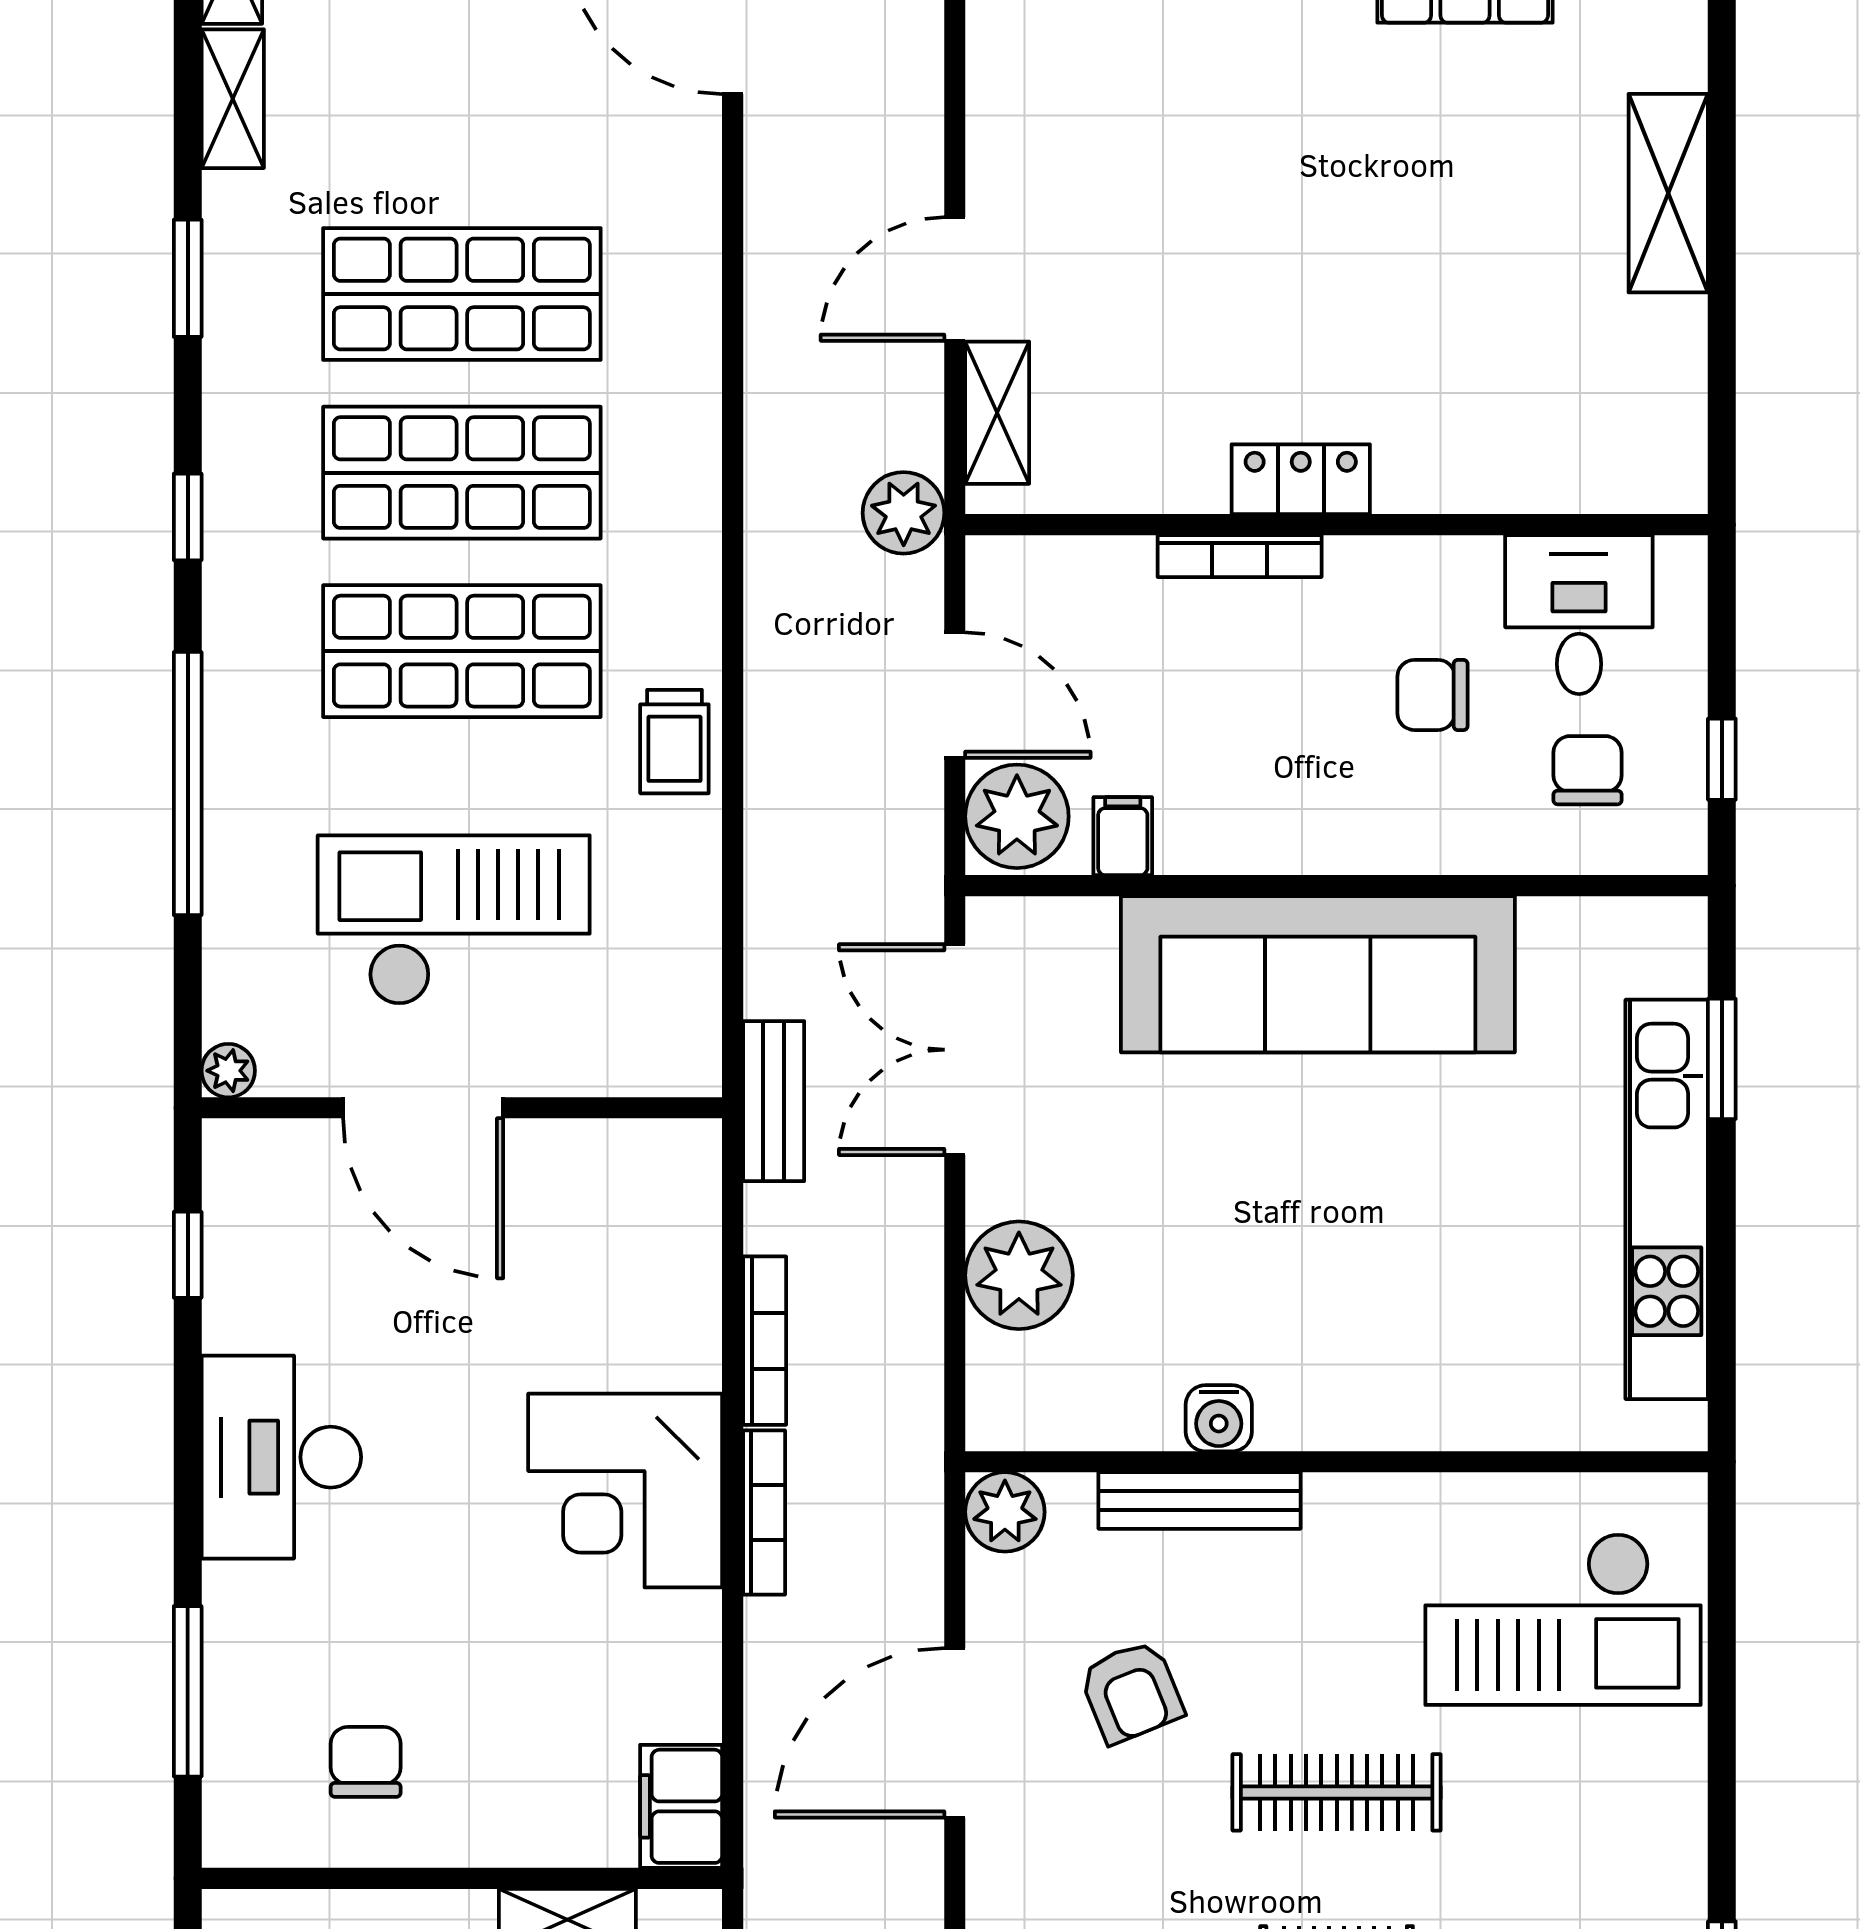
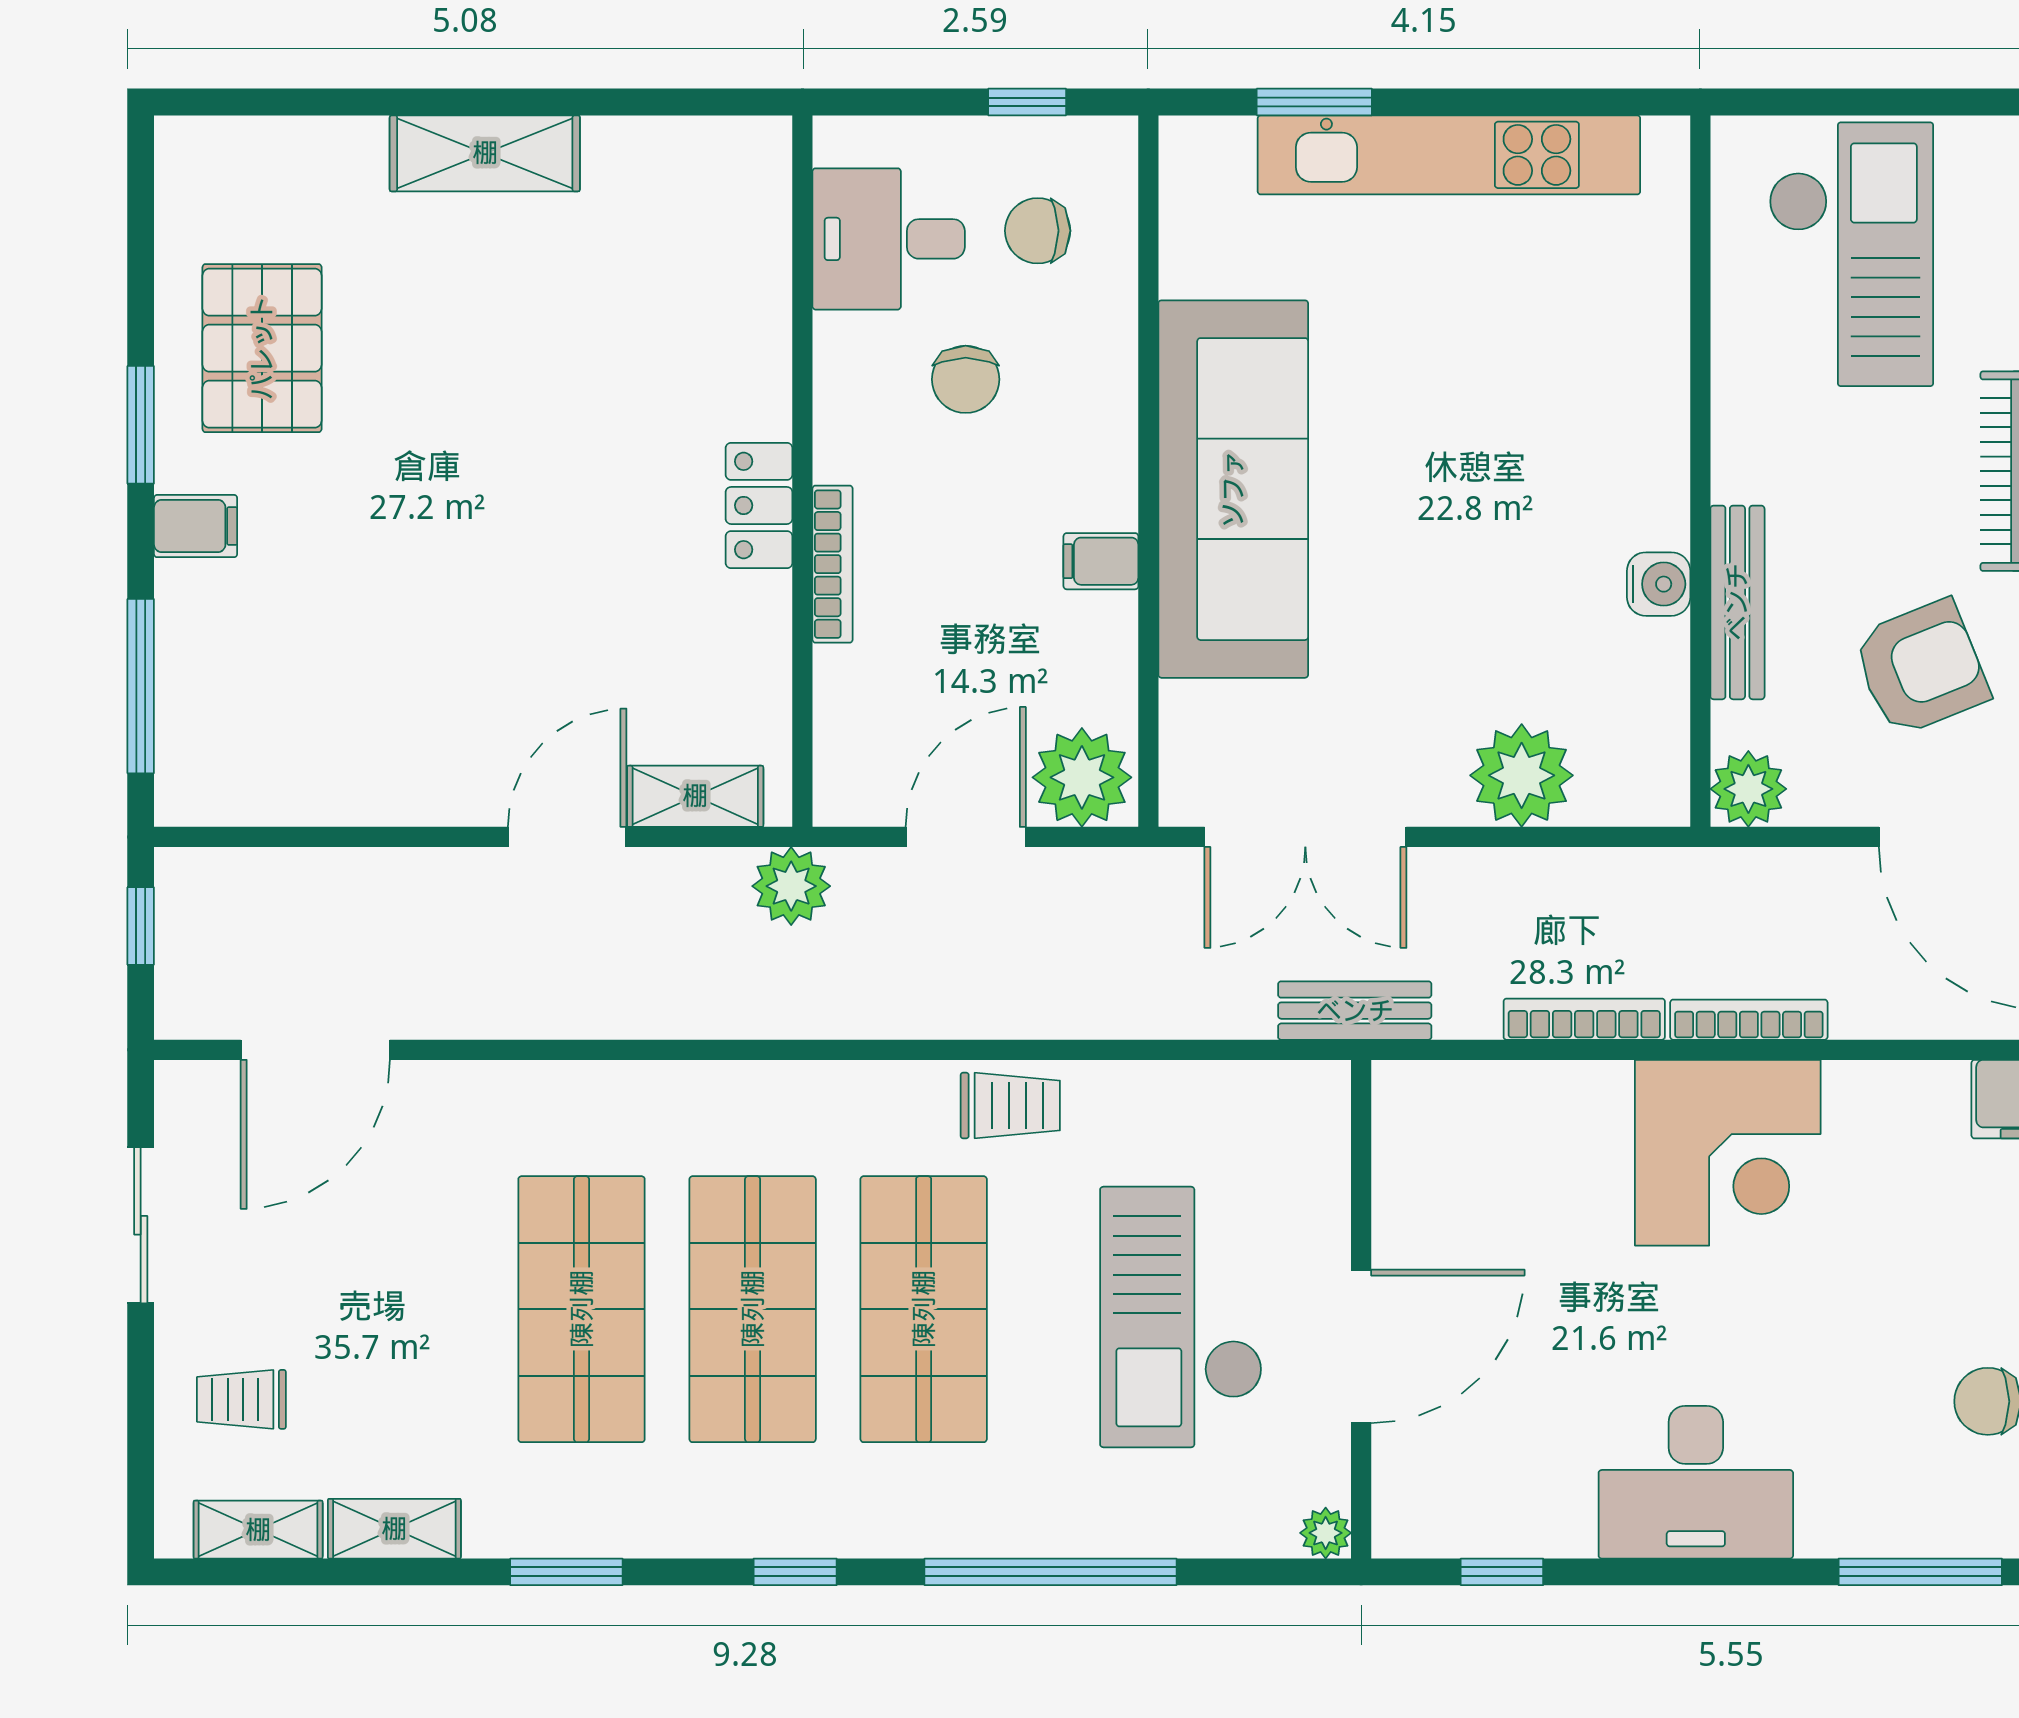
door: (955, 279) -> (567, 837), swing flipped
filing cabinet: (1123, 836) -> (1101, 561), moved
armchair: (1131, 1692) -> (1921, 668), width x1.38, depth x1.38

